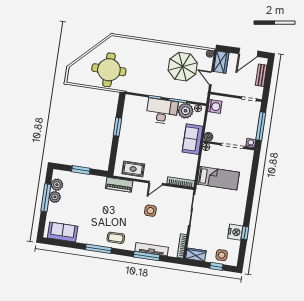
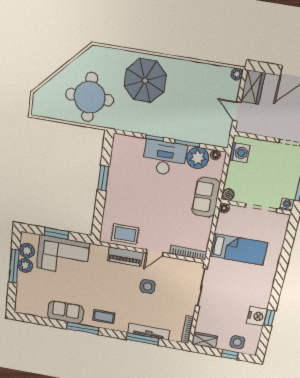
parasol: (183, 67) -> (145, 81), moved
piano: (119, 185) -> (125, 257), moved
corner sofa: (85, 188) -> (63, 256), added
sofa: (63, 232) -> (66, 312), moved

